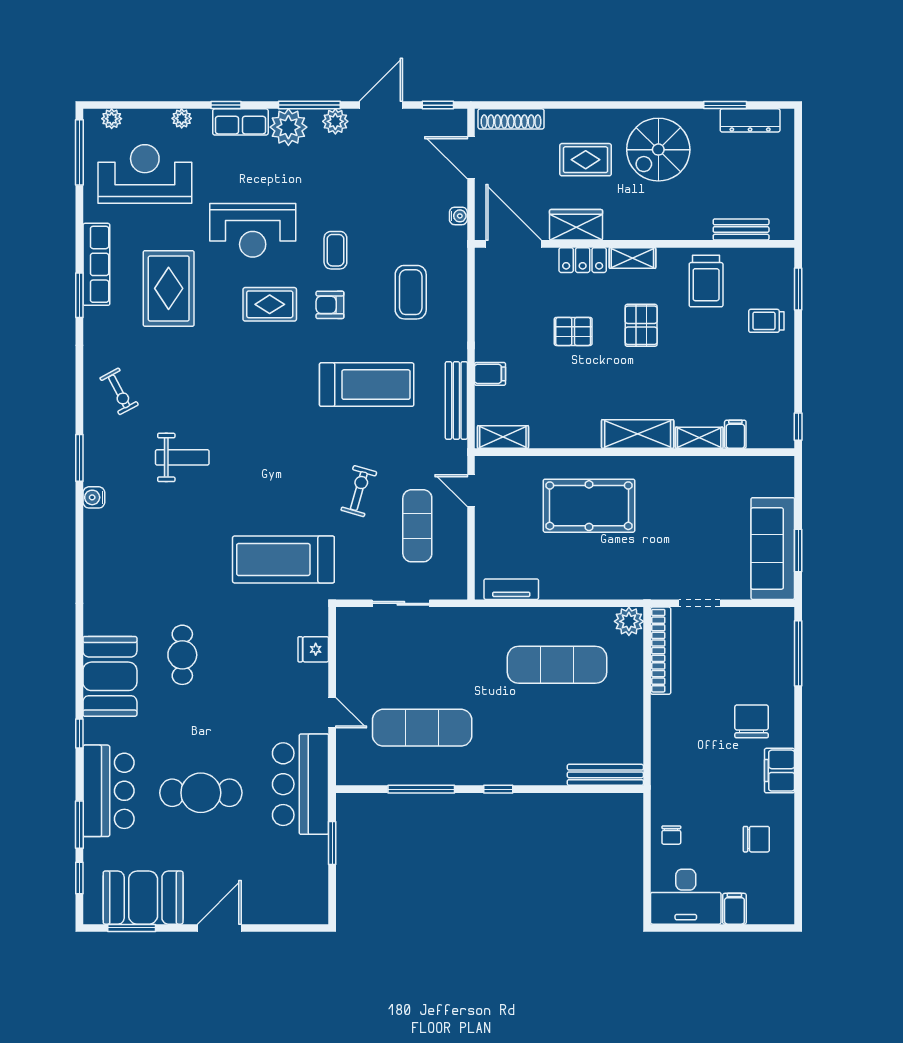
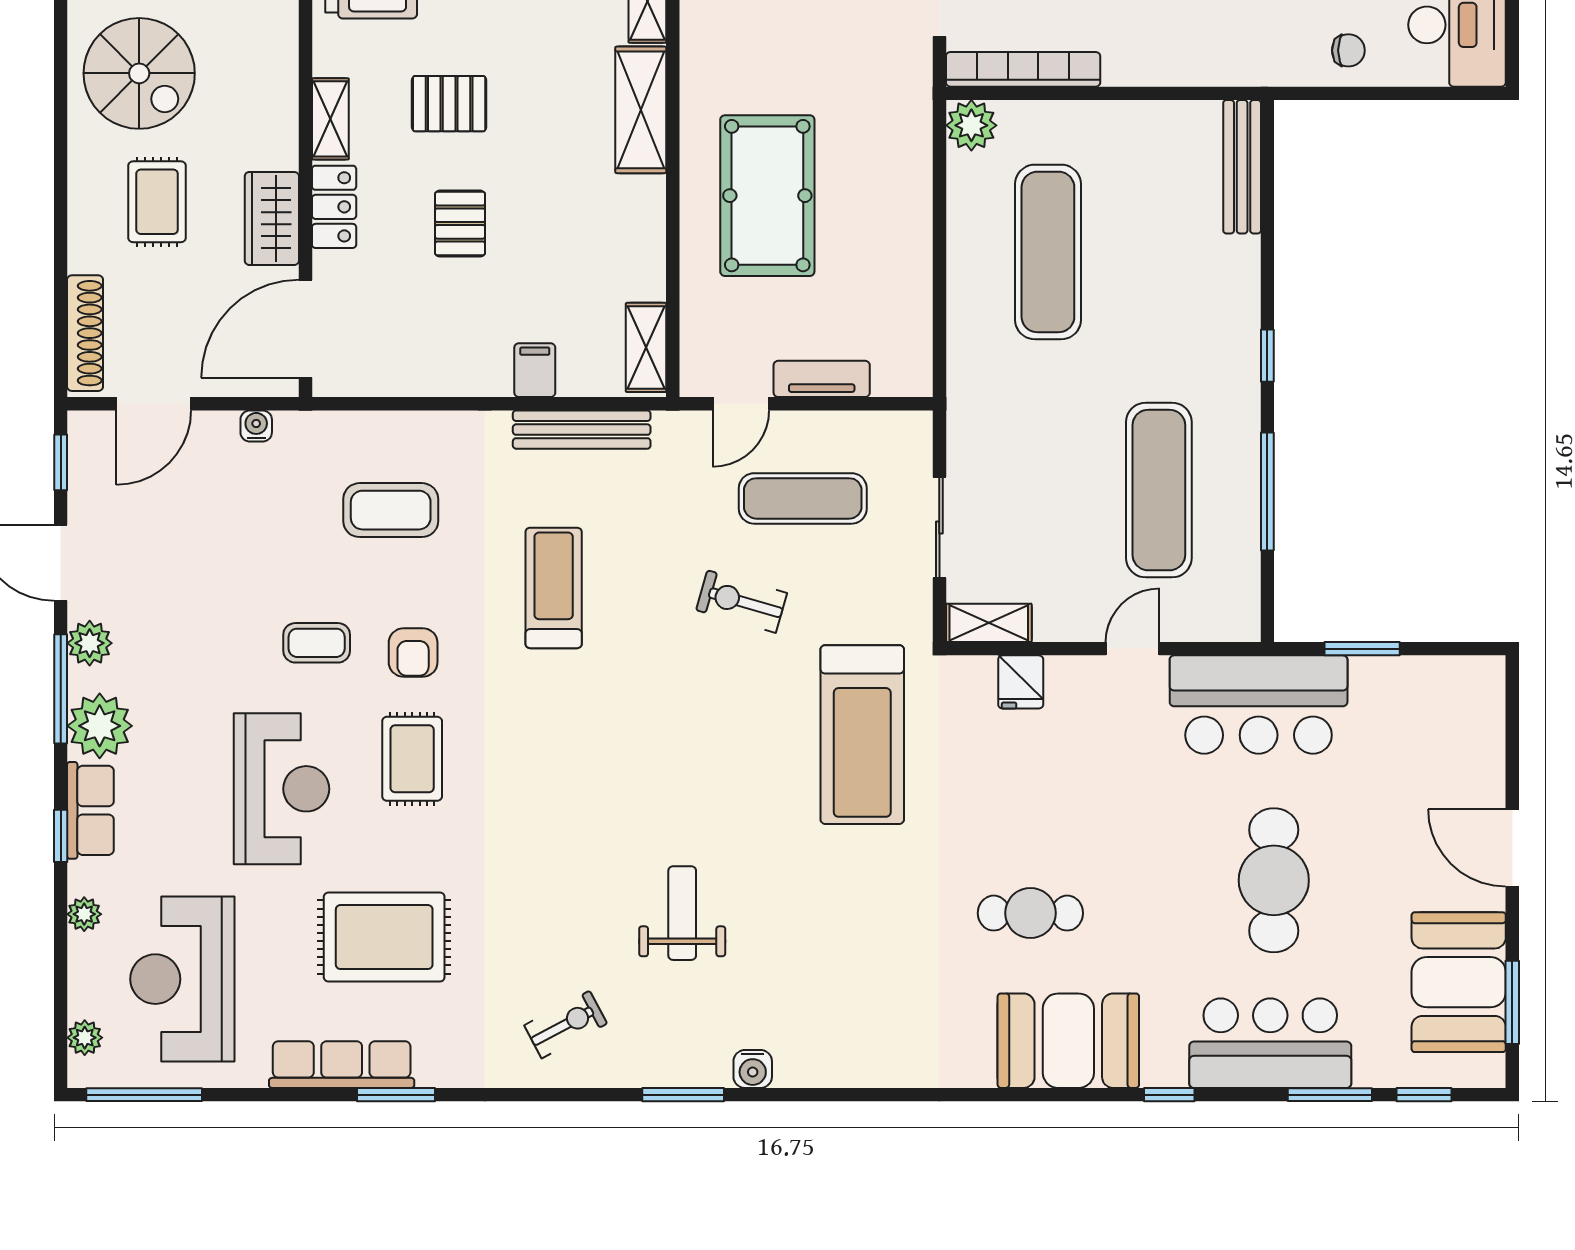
treadmill: (367, 385) -> (554, 588), width x0.73, depth x0.73
tv unit: (511, 589) -> (822, 379), moved, turned 90
shelving: (347, 631) -> (989, 623), added

